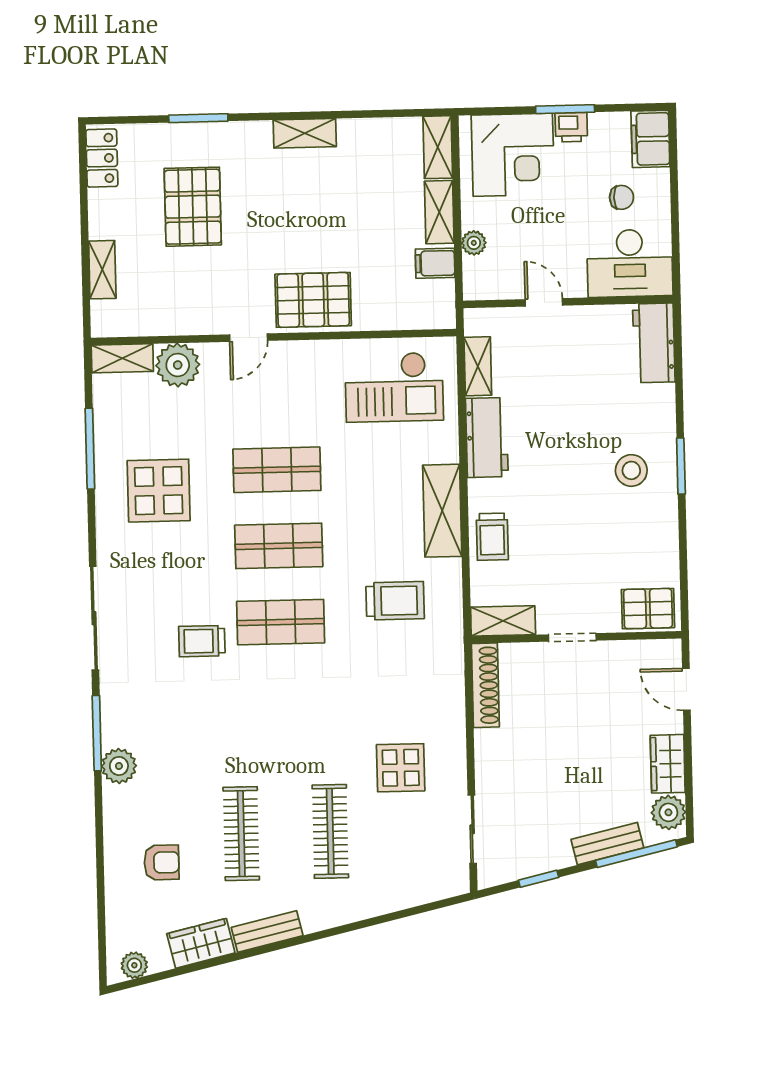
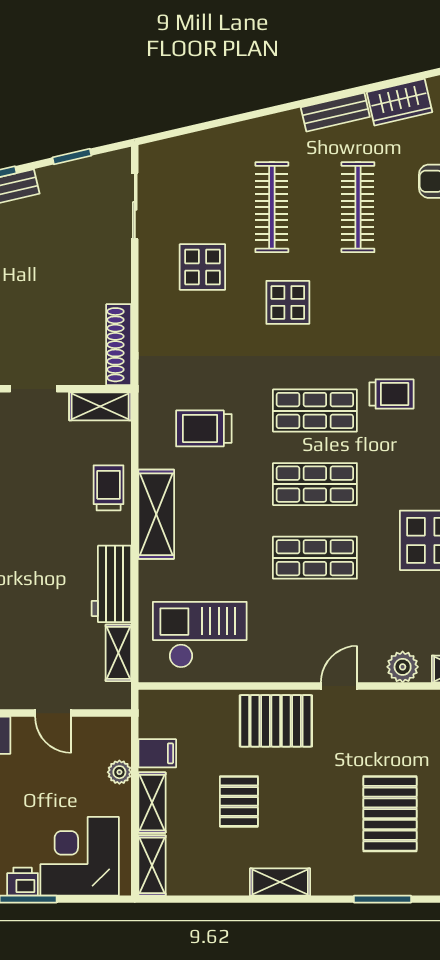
pallet: (349, 216) -> (239, 801), added
plant: (178, 365) -> (403, 667), width x0.73, depth x0.73
display table: (311, 733) -> (288, 302), added

